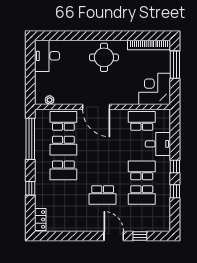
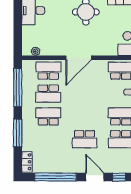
door: (96, 107) -> (79, 58), hinge flipped
school desk: (63, 170) -> (48, 116), turned 180
window: (30, 188) -> (18, 133), width x2.17
window: (71, 236) -> (55, 177), added

